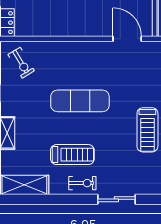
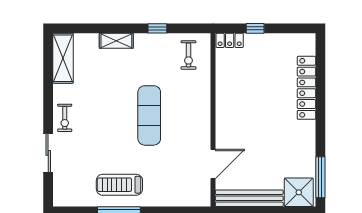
exercise bike: (21, 63) -> (188, 55), turned -59
treadmill: (72, 155) -> (94, 108), removed

